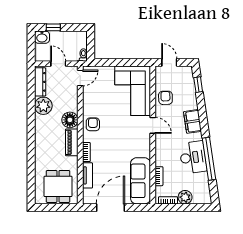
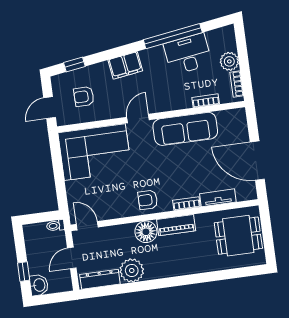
armchair: (165, 98) -> (84, 96), moved
desk: (193, 157) -> (188, 54), moved
sofa: (141, 181) -> (185, 129), moved

